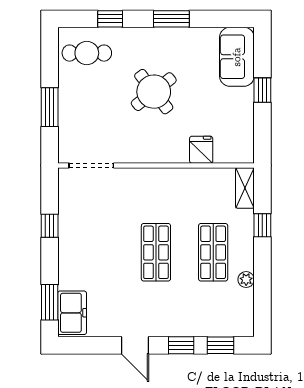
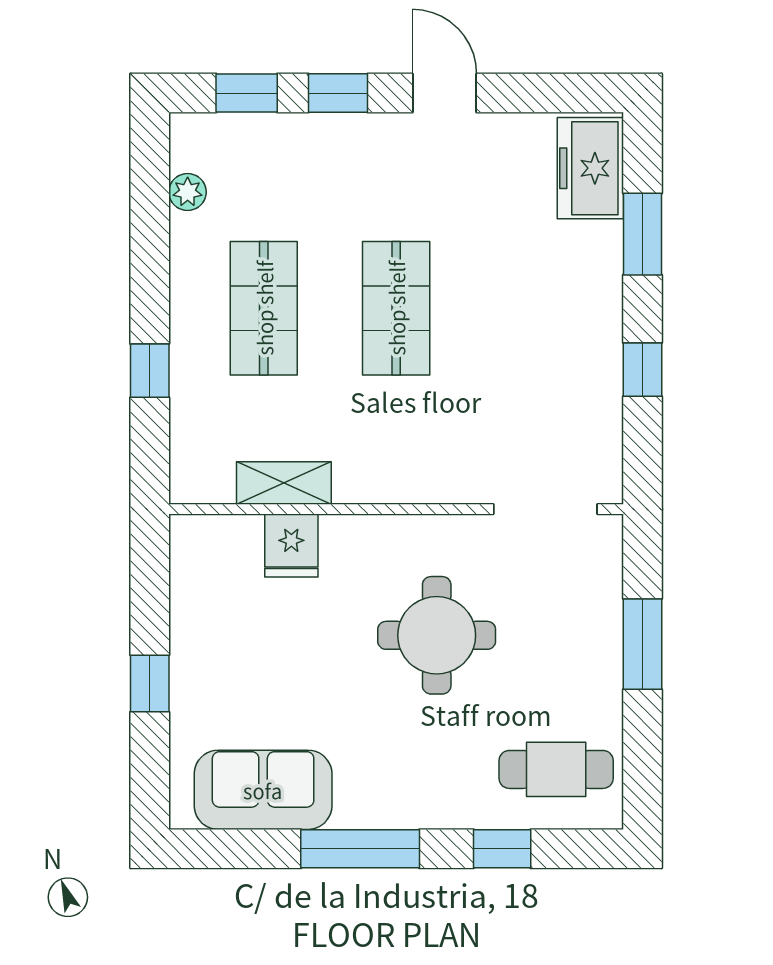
window: (171, 19) -> (360, 849), width x1.44
sofa: (237, 57) -> (263, 790), moved, turned -90
round table: (154, 92) -> (437, 635), moved, turned 38
shelving: (245, 188) -> (284, 483), moved, turned 90
plant: (246, 280) -> (188, 192), moved
window: (50, 302) -> (642, 234), moved

